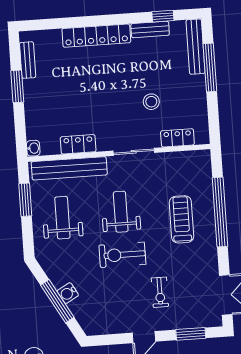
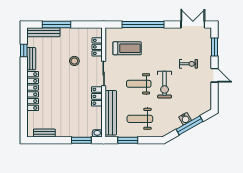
window: (17, 86) -> (81, 140), moved
locker: (78, 144) -> (97, 96), moved
treadmill: (181, 219) -> (127, 48), moved, turned 180

